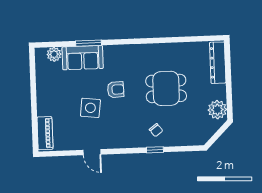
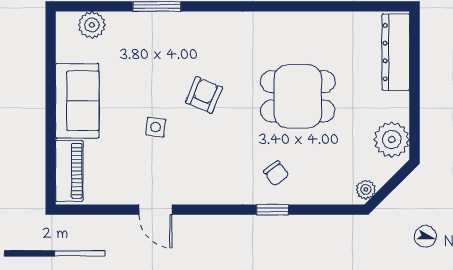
sofa: (83, 58) -> (77, 101), moved, turned -90
armchair: (116, 90) -> (204, 95), turned -65
side table: (90, 108) -> (156, 127), width x0.54, depth x0.54
plant: (205, 137) -> (366, 189), added

